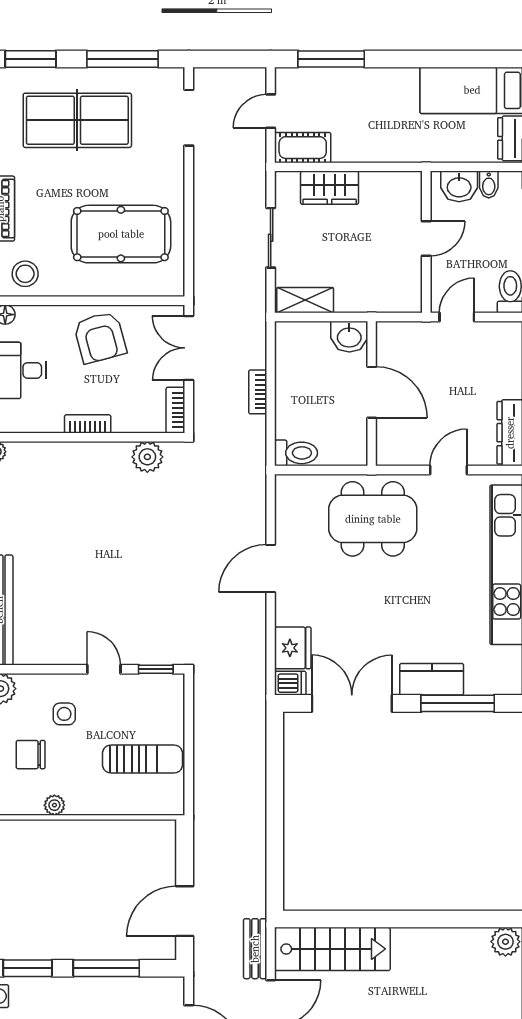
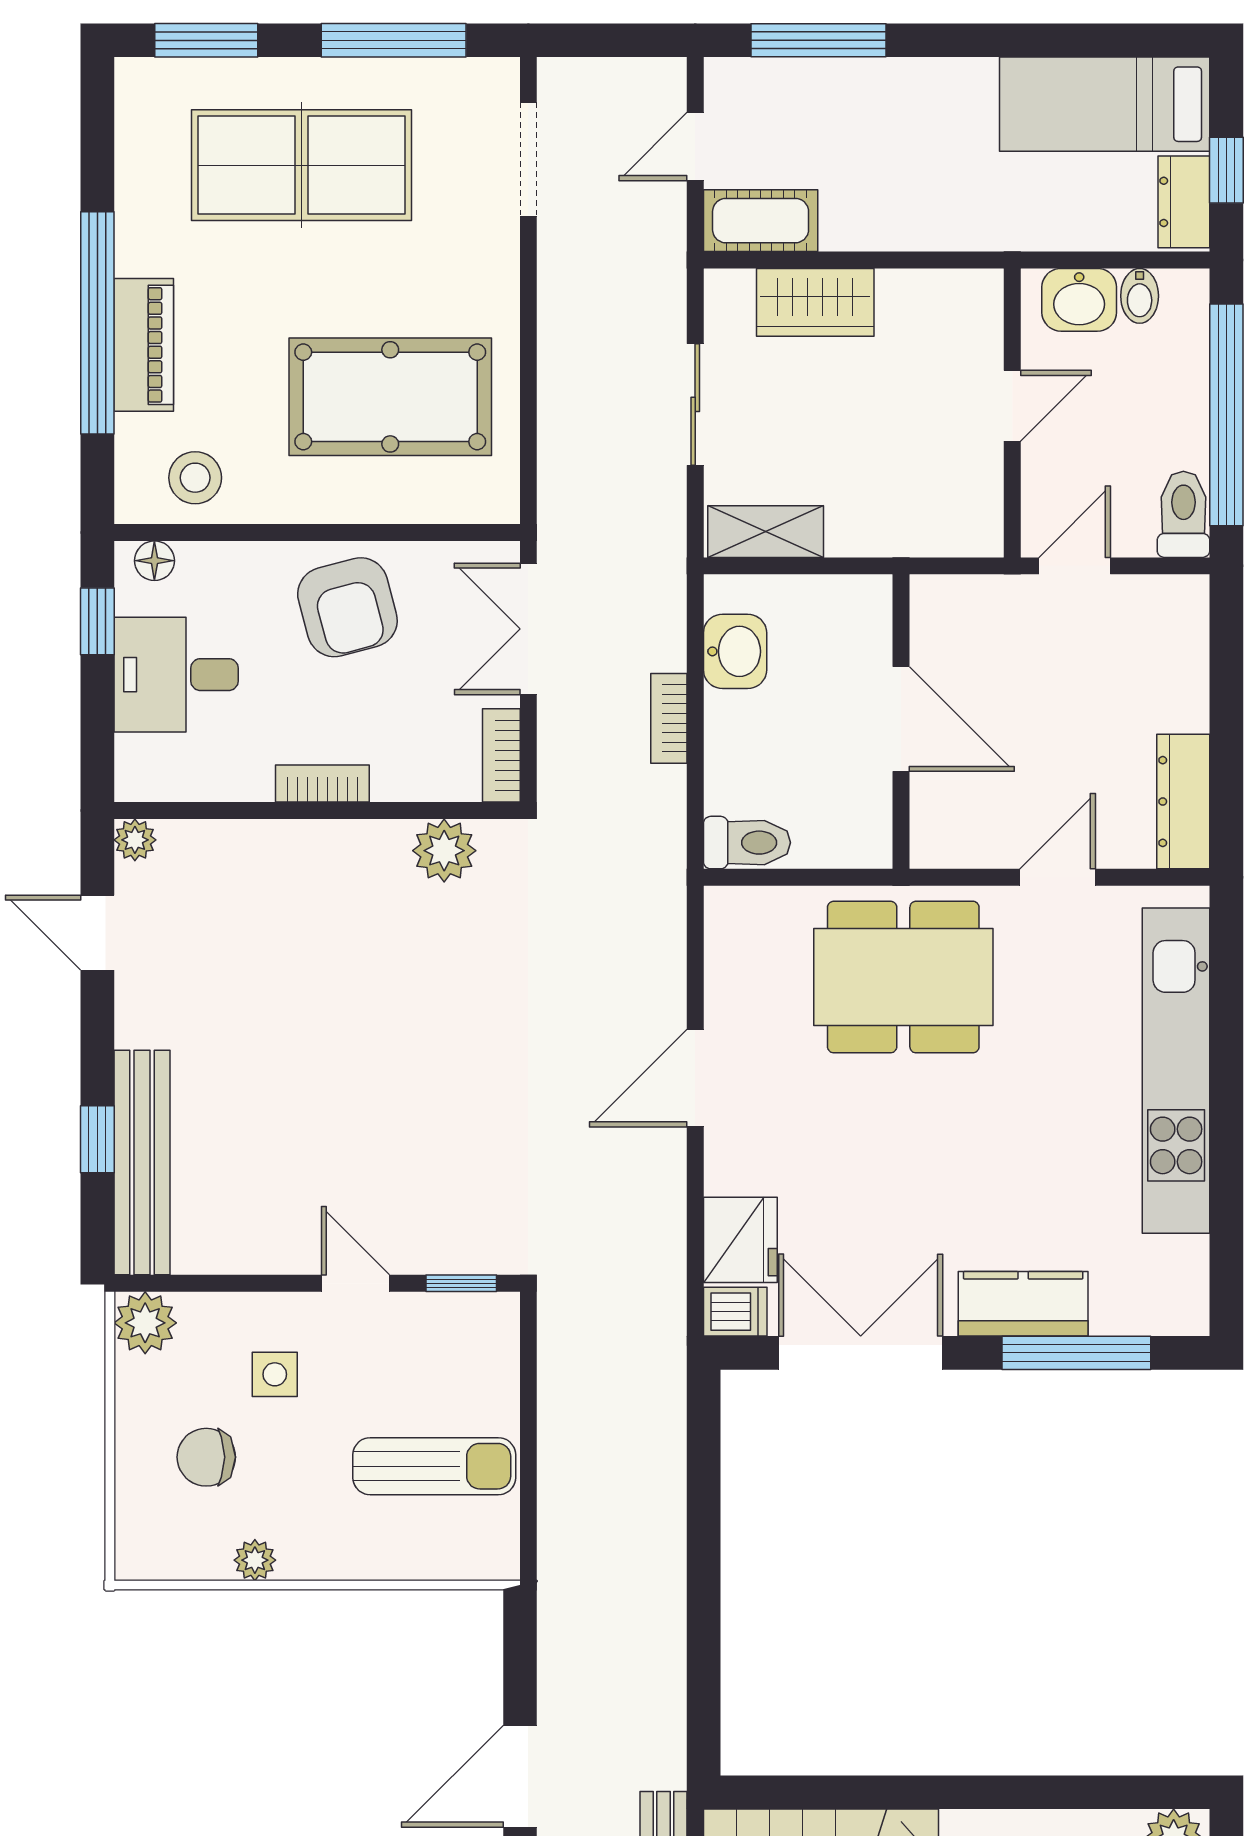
washbasin: (349, 337) -> (735, 651), moved, turned -90

